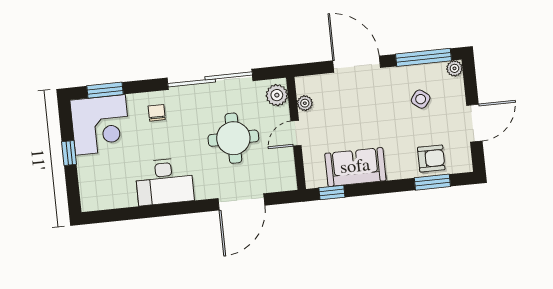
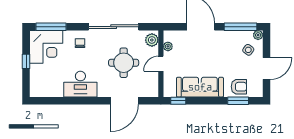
window: (105, 90) -> (51, 27), width x1.44
side table: (421, 99) -> (248, 50), moved
sofa: (355, 167) -> (200, 87), width x1.36

